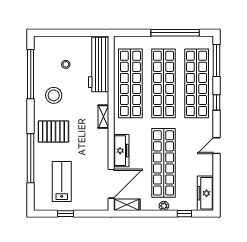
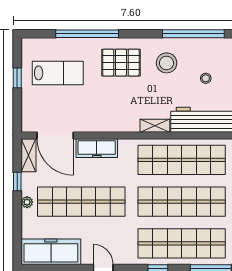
shelving: (103, 117) -> (155, 126), moved
pallet: (53, 131) -> (121, 63), turned 90
freezer: (205, 193) -> (51, 252), width x1.36, depth x1.26
window: (184, 214) -> (17, 181), moved

